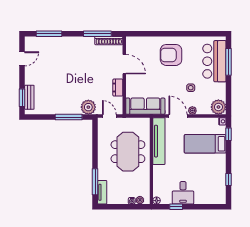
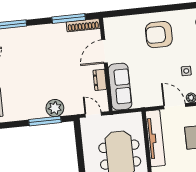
door: (124, 64) -> (104, 51), swing flipped
sofa: (145, 106) -> (120, 87), moved, turned 90
plant: (88, 107) -> (55, 108), moved

